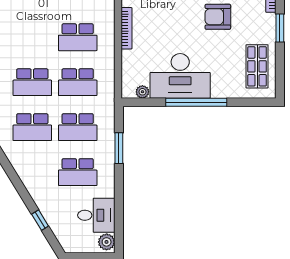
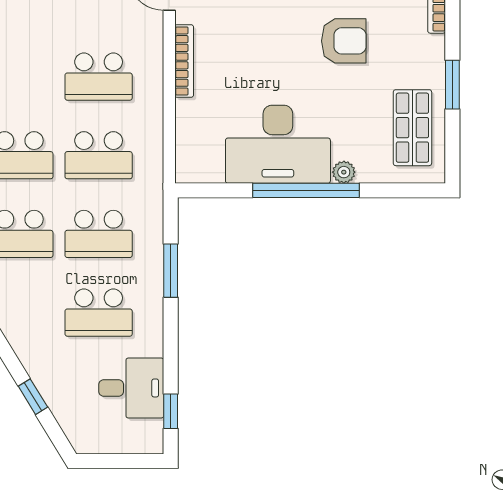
armchair: (218, 17) -> (344, 41), turned 180
window: (280, 28) -> (452, 85), moved
plant: (142, 92) -> (344, 172), moved
window: (119, 229) -> (171, 411), added
plant: (107, 242) -> (149, 435), removed

